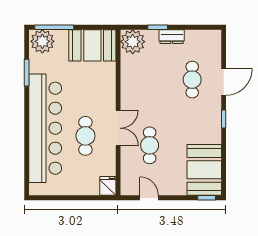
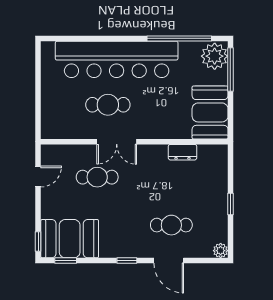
window: (158, 27) -> (230, 204), moved
dresser: (172, 37) -> (182, 152), moved, turned -90
plant: (133, 42) -> (221, 251), moved, width x0.53, depth x0.53
window: (27, 73) -> (179, 38), width x2.11
window: (224, 173) -> (66, 261), added
fridge: (108, 186) -> (51, 130), removed

